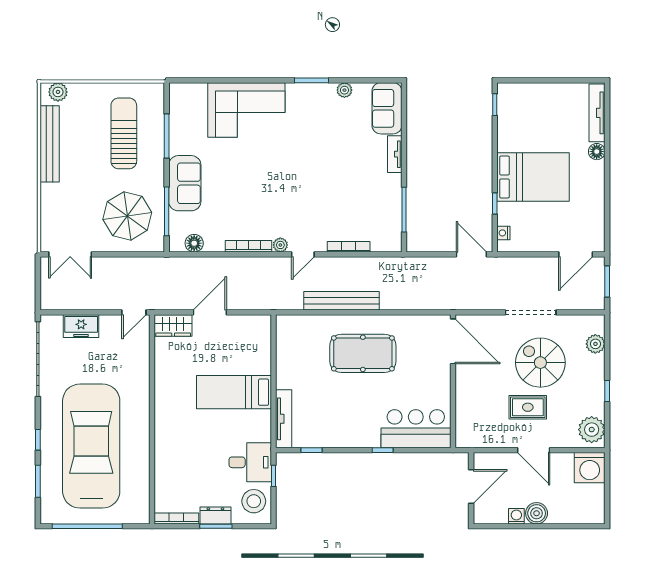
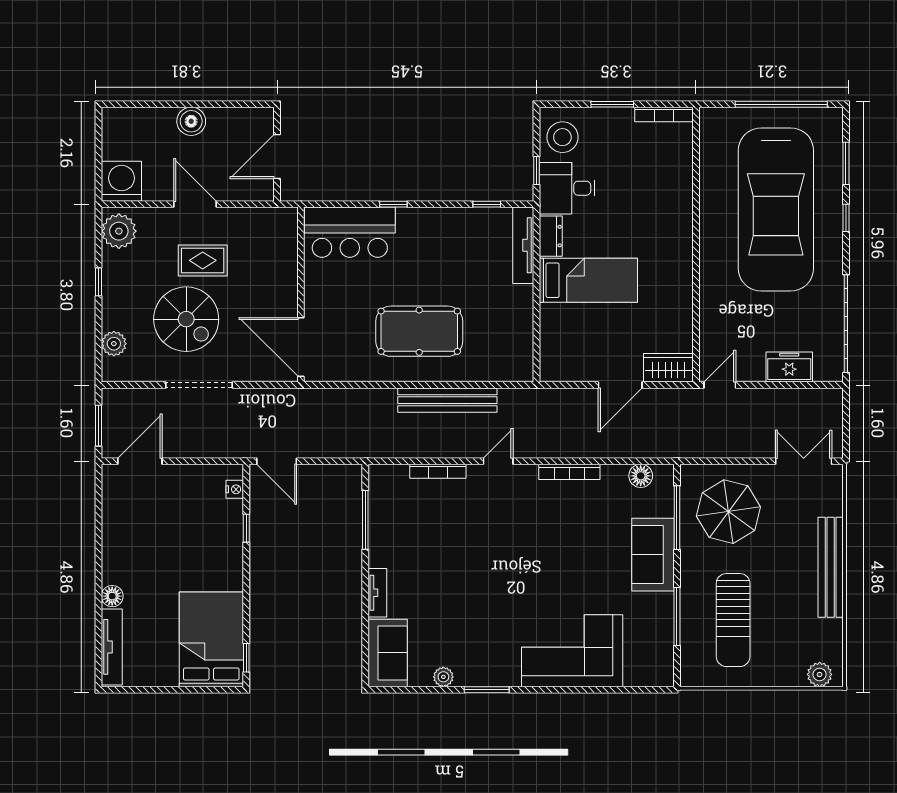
bench: (50, 144) -> (831, 567), moved
bed: (533, 177) -> (211, 639), moved, turned 90
plant: (280, 245) -> (528, 474), removed
dresser: (215, 515) -> (551, 236), moved, turned -90
washing machine: (516, 516) -> (218, 117), removed

